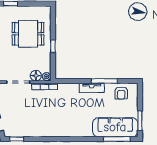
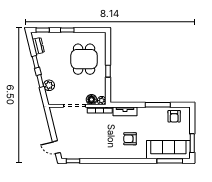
dining table: (28, 34) -> (84, 59), turned 90
tv unit: (92, 88) -> (125, 111), moved
armchair: (76, 116) -> (130, 139), added

